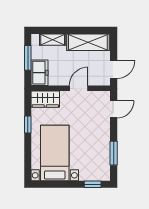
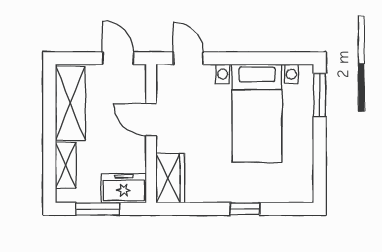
window: (28, 125) -> (245, 209), moved
bed with nightstands: (55, 153) -> (257, 113), moved, turned -90
window: (114, 153) -> (265, 58), removed
window: (93, 184) -> (320, 95), width x1.50

